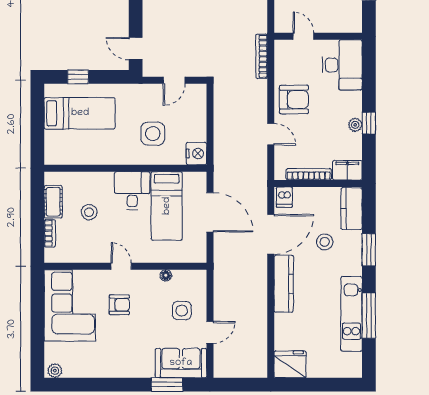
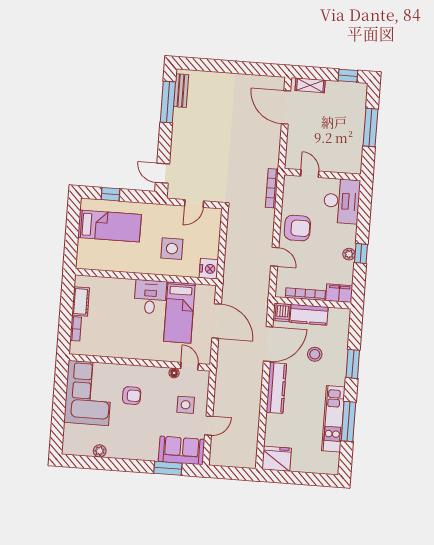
kitchen counter: (352, 209) -> (309, 315), moved, turned -90
stool: (89, 212) -> (111, 313), removed
door: (121, 266) -> (189, 366), moved
plant: (55, 371) -> (100, 451), moved

